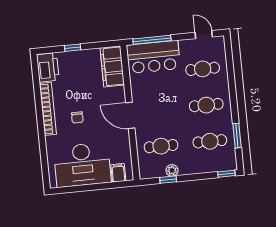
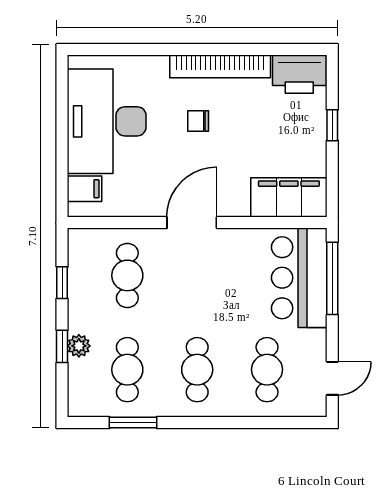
plant: (172, 170) -> (79, 346), moved
window: (226, 174) -> (62, 346), moved

